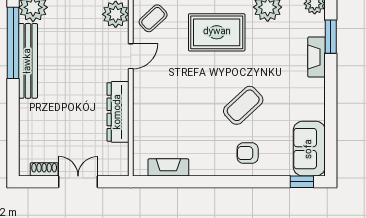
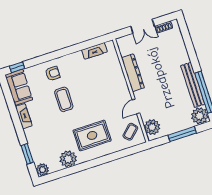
fireplace: (317, 57) -> (24, 116), moved
coffee table: (243, 105) -> (64, 99), turned -47

